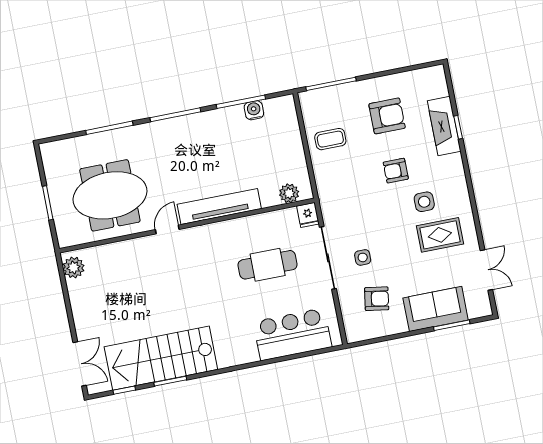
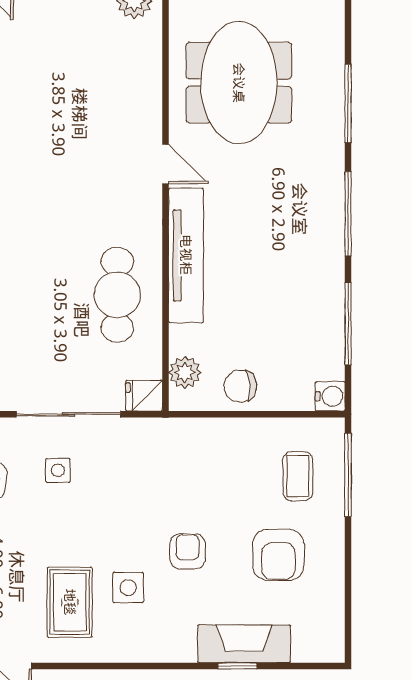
water cooler: (254, 110) -> (330, 396), moved
coffee table: (330, 139) -> (298, 476), moved
chair: (291, 159) -> (240, 386), added
cafe table: (268, 265) -> (117, 295), moved

